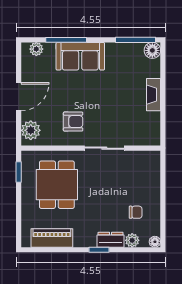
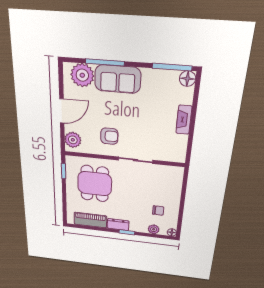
plant: (36, 49) -> (82, 75), width x1.88, depth x1.88
dresser: (111, 240) -> (118, 225), moved

